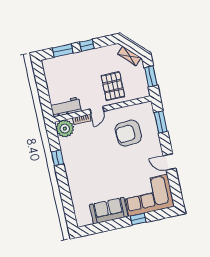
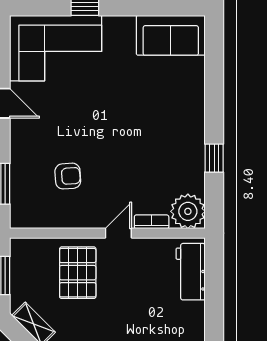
workbench: (66, 107) -> (191, 272), moved, turned 90
armchair: (128, 133) -> (68, 176), width x0.53, depth x0.53
sofa: (109, 211) -> (171, 35), moved

